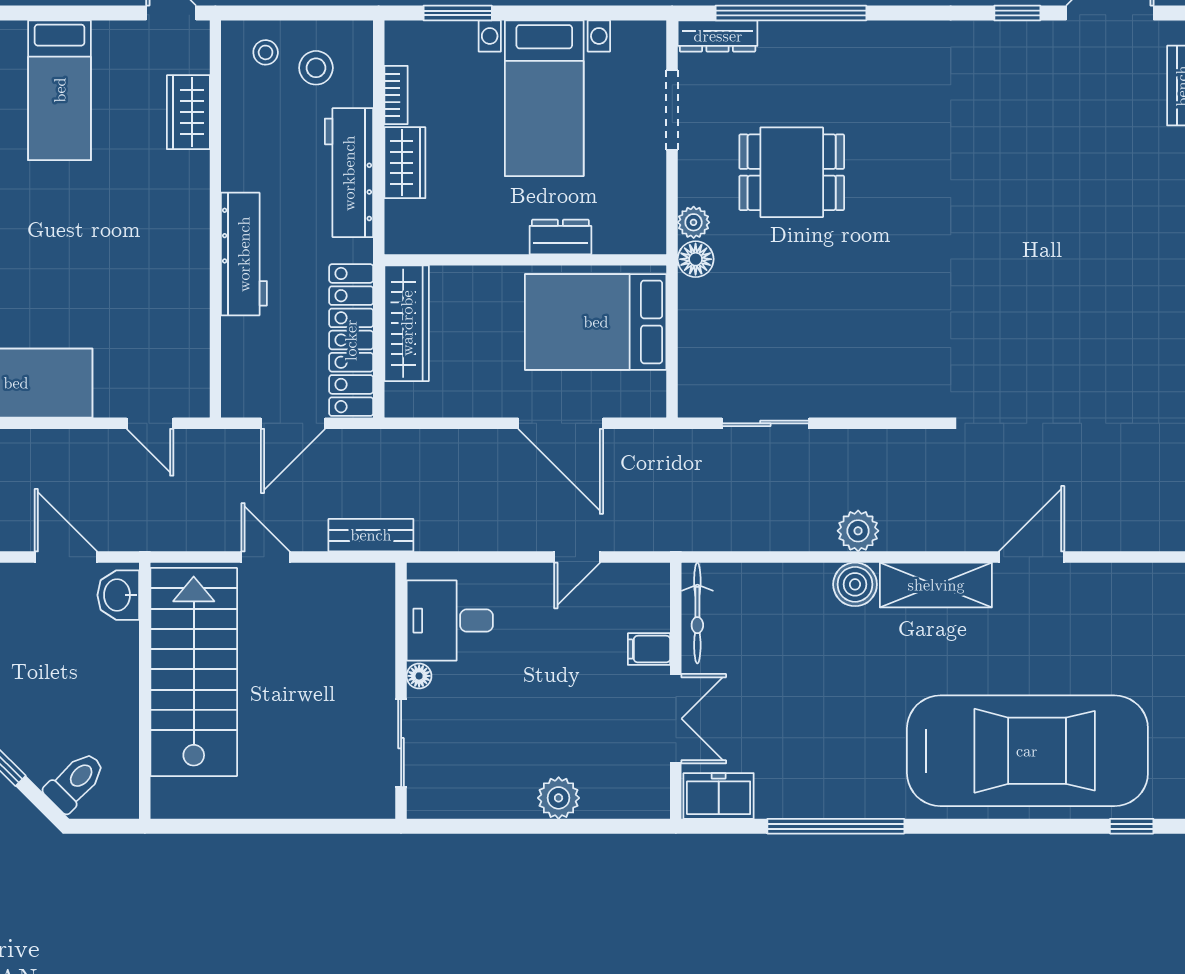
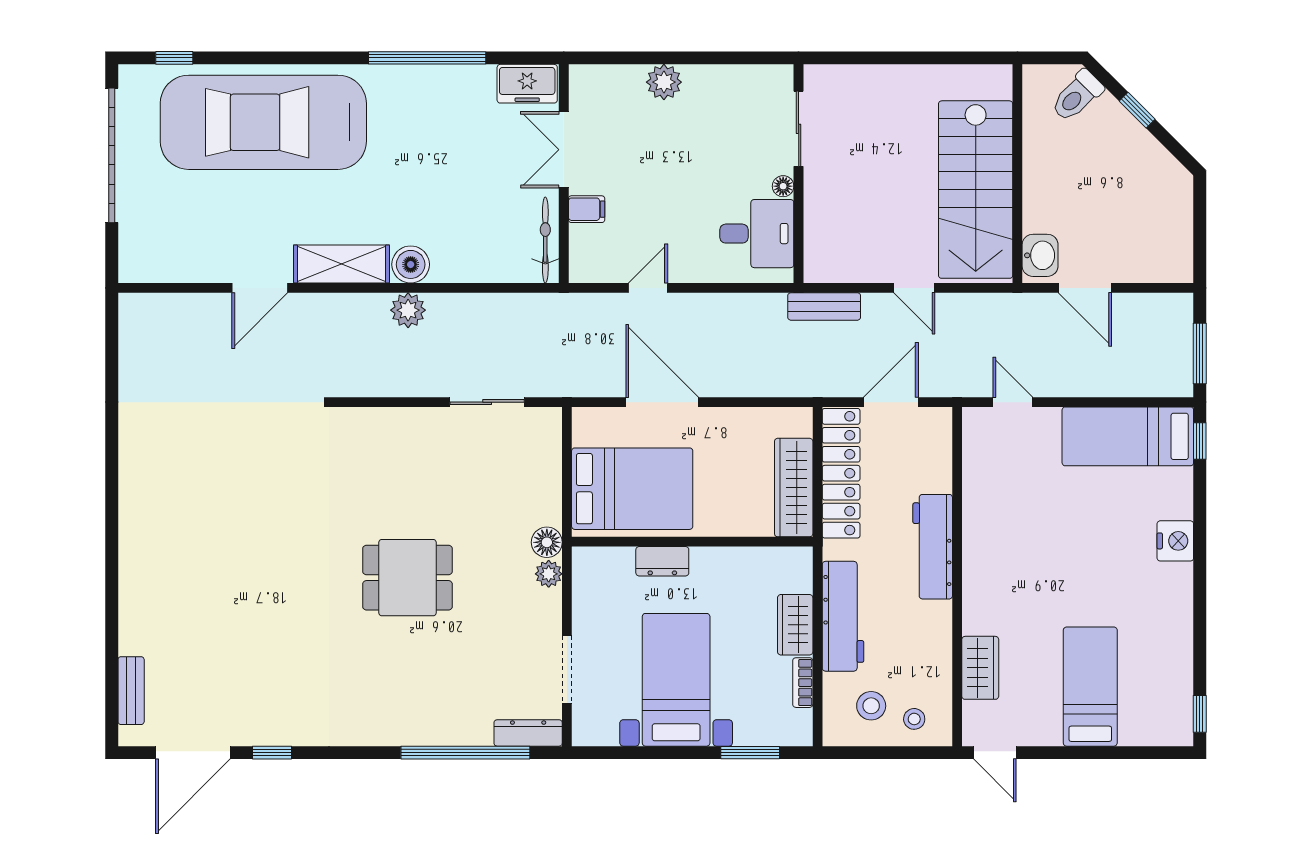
dining table: (792, 172) -> (407, 578), moved

